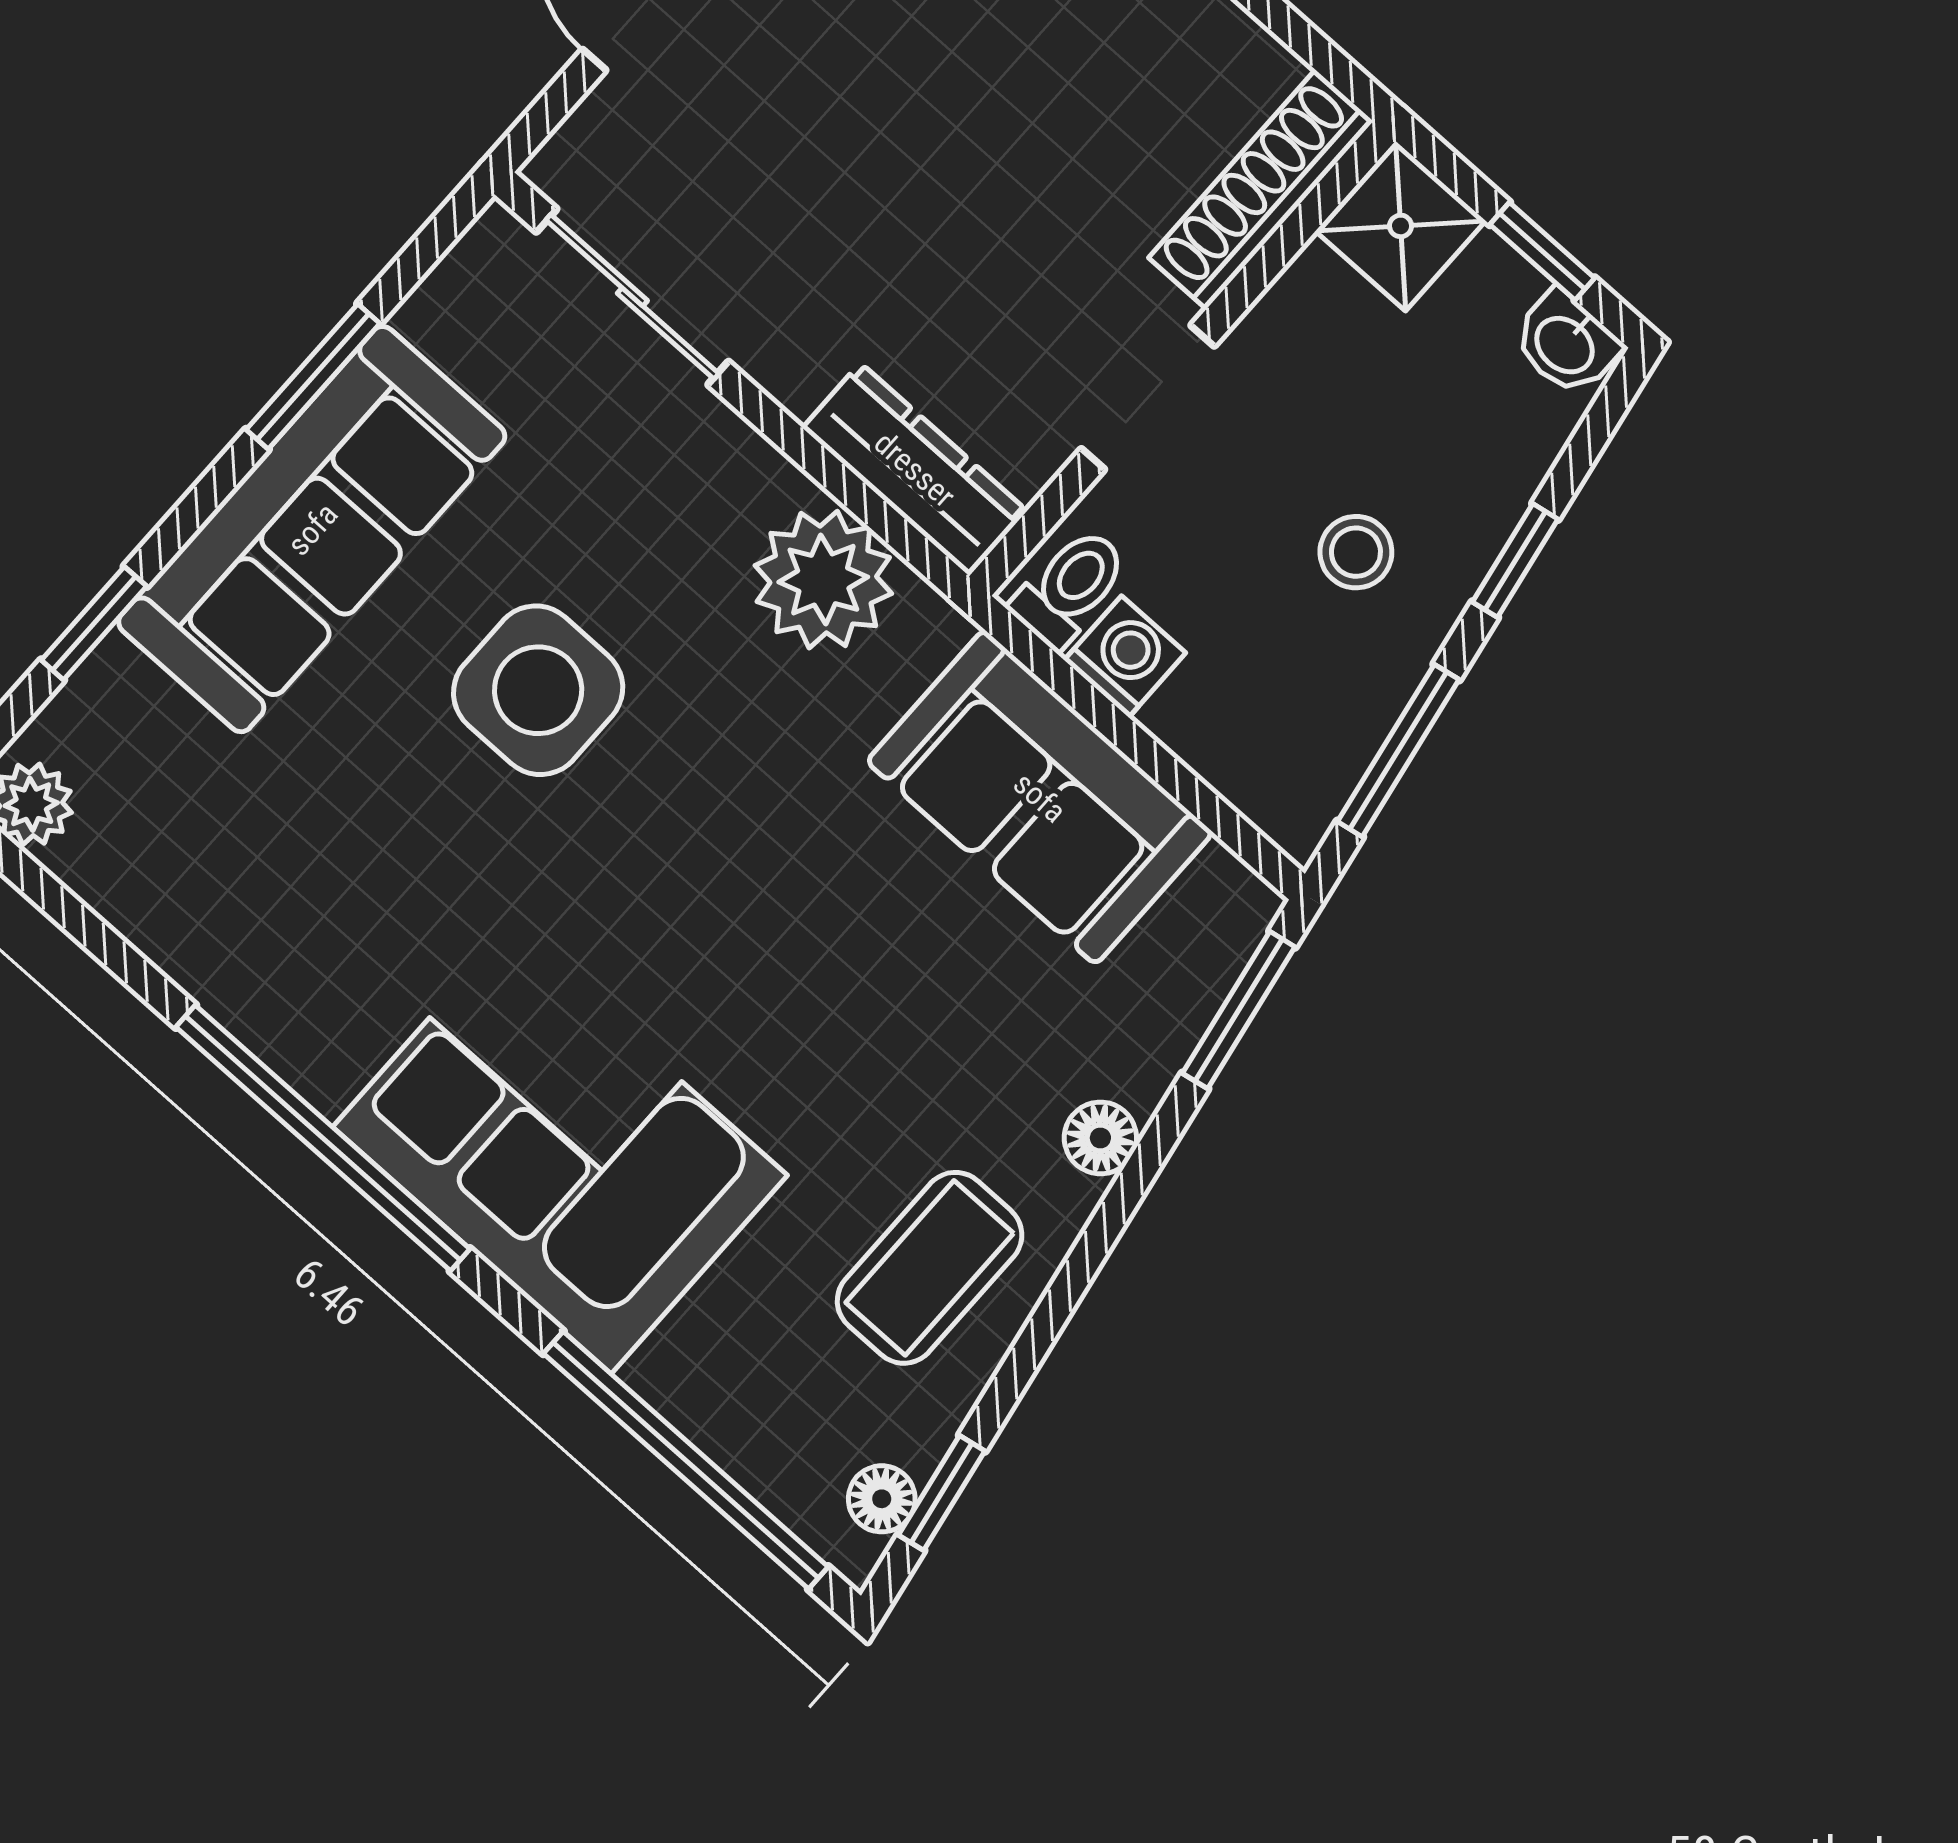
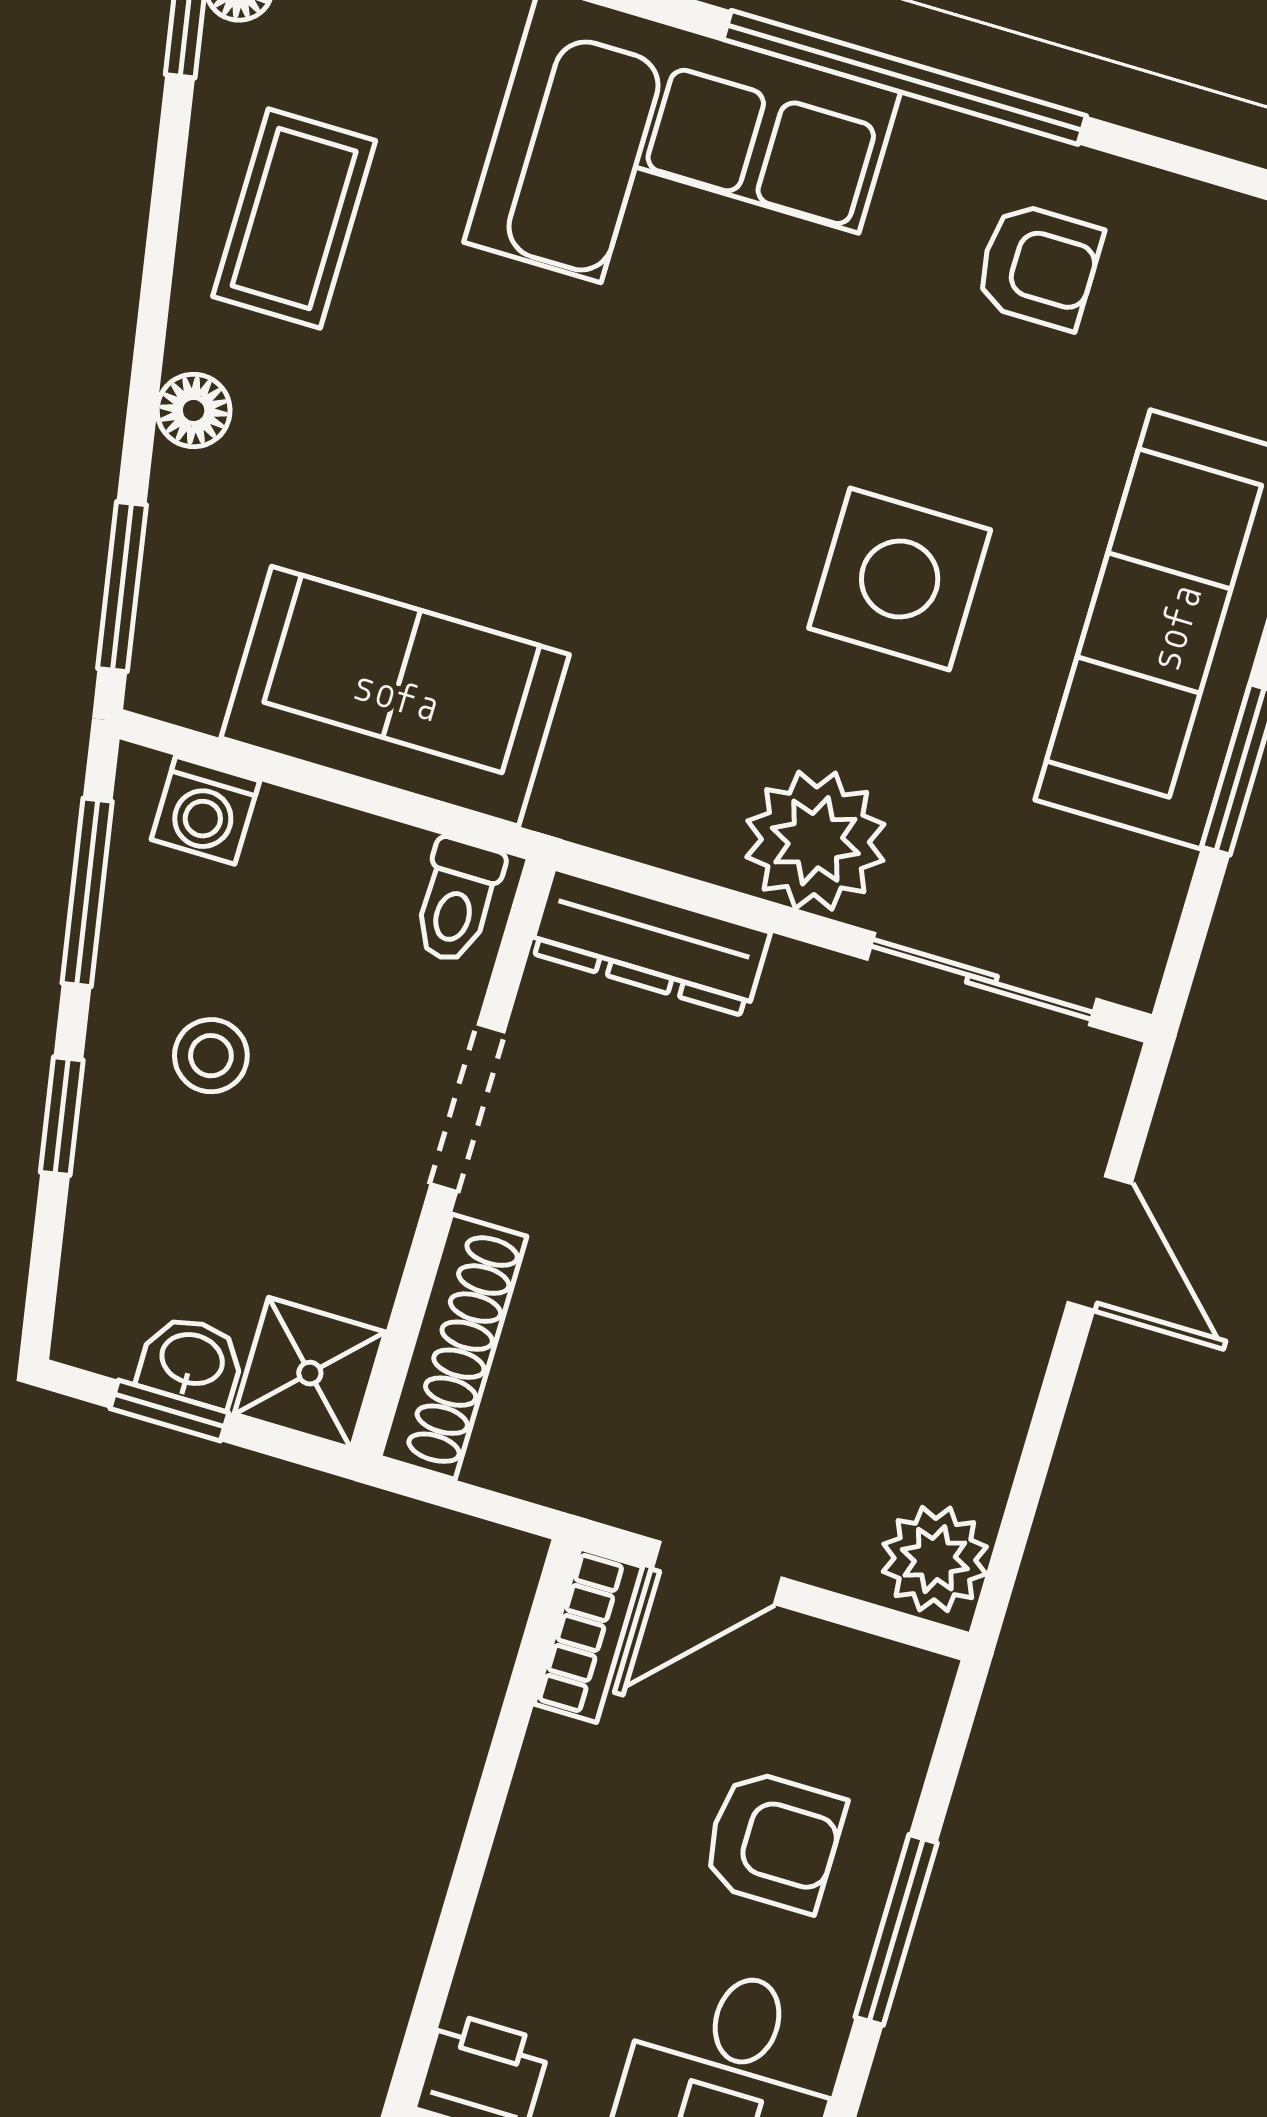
washbasin: (1566, 343) -> (191, 1361), moved
plant: (823, 580) -> (815, 841), moved
washing machine: (1125, 657) -> (205, 810), moved
armchair: (282, 913) -> (1039, 266), added

